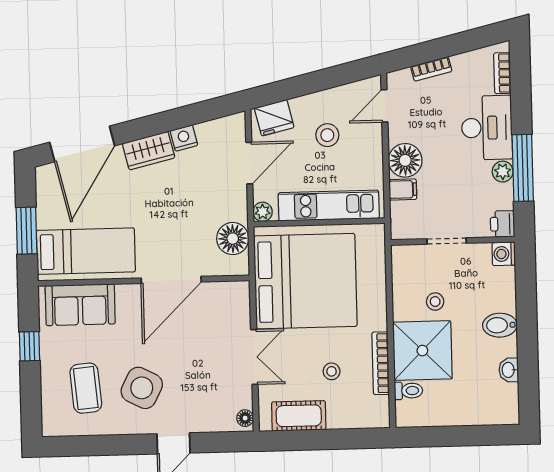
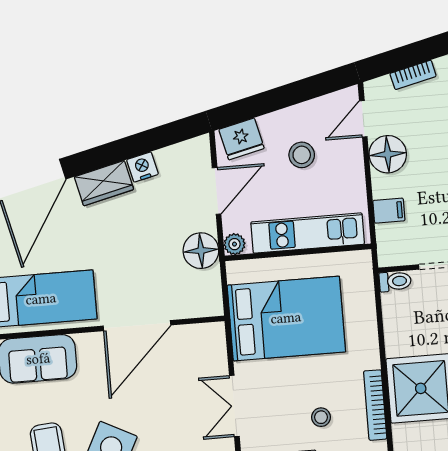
floor lamp: (405, 160) -> (388, 154), moved
floor lamp: (233, 239) -> (201, 251), moved
bed: (305, 281) -> (286, 318), width x0.73
stool: (435, 302) -> (432, 333), removed
double door: (254, 357) -> (234, 406), swing flipped
toilet: (408, 391) -> (395, 281), moved

